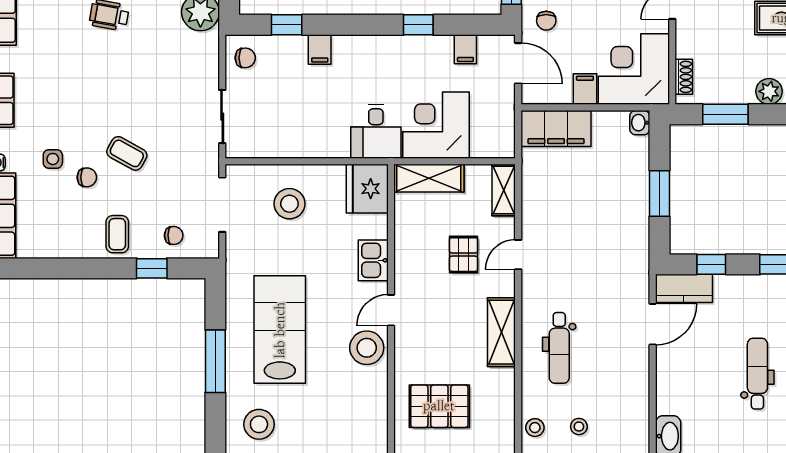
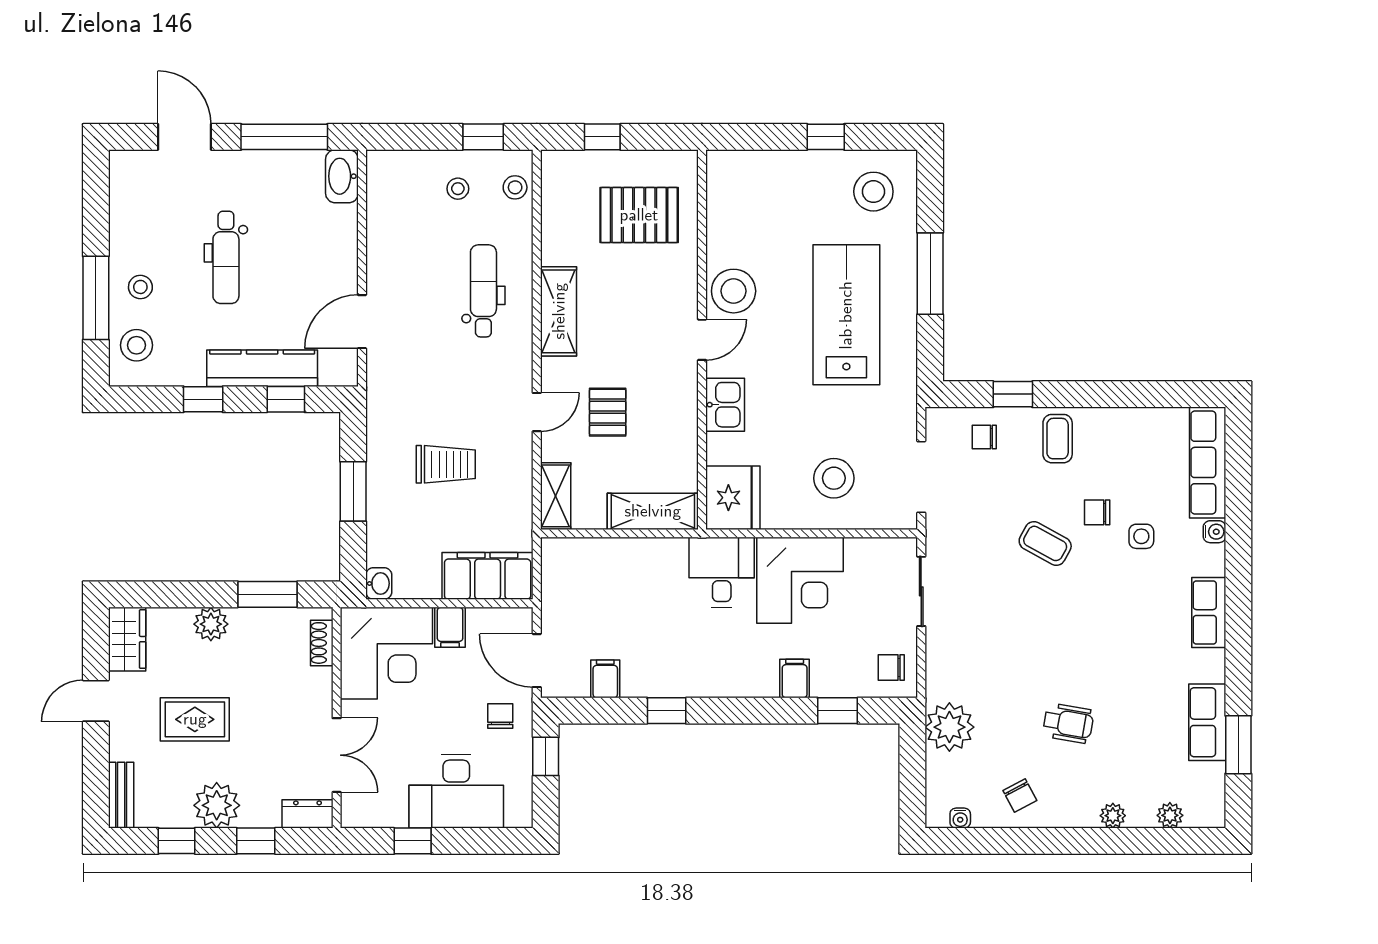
corner desk: (436, 125) -> (800, 580), moved
trolley: (588, 214) -> (446, 464), added
kitchen counter: (684, 288) -> (262, 368), moved, width x1.50
lab bench: (280, 330) -> (846, 315), turned 180

